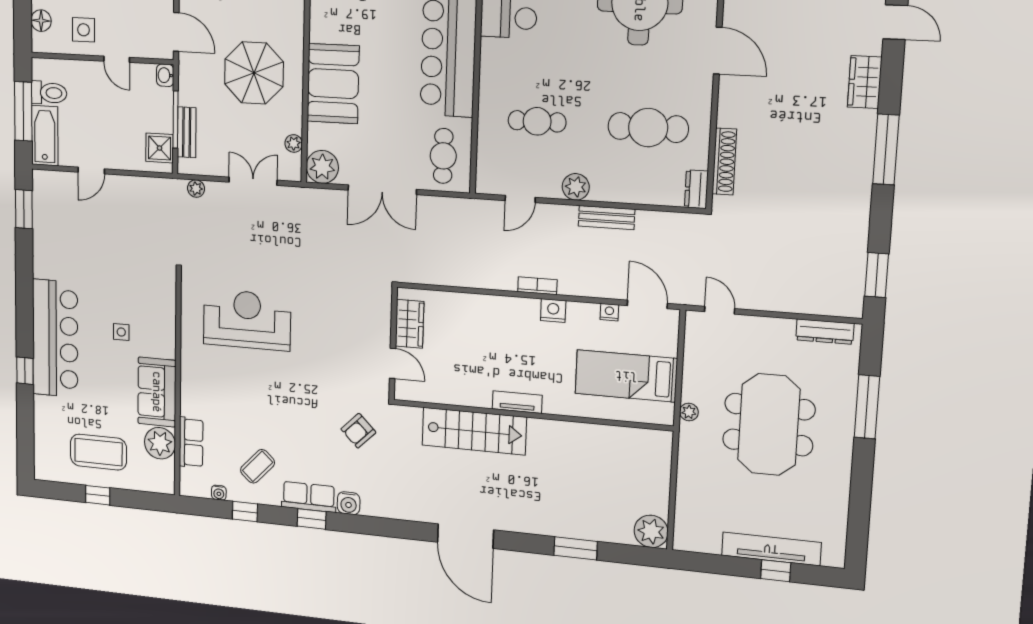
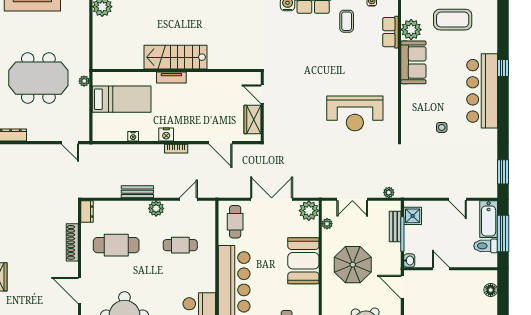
side table: (84, 30) -> (463, 286), removed
shoe rack: (724, 162) -> (72, 242), moved
door: (91, 170) -> (457, 199), swing flipped
door: (647, 304) -> (220, 143), moved
side table: (121, 332) -> (442, 127), moved
tv unit: (517, 402) -> (171, 77), moved
meeting table: (769, 425) -> (38, 78), turned 90
armchair: (358, 431) -> (282, 50), removed
stairs: (474, 431) -> (176, 57), moved
coffee table: (258, 466) -> (347, 21), turned -43

